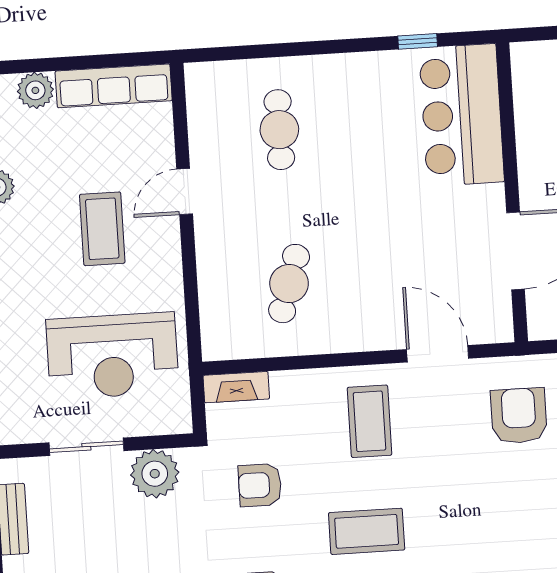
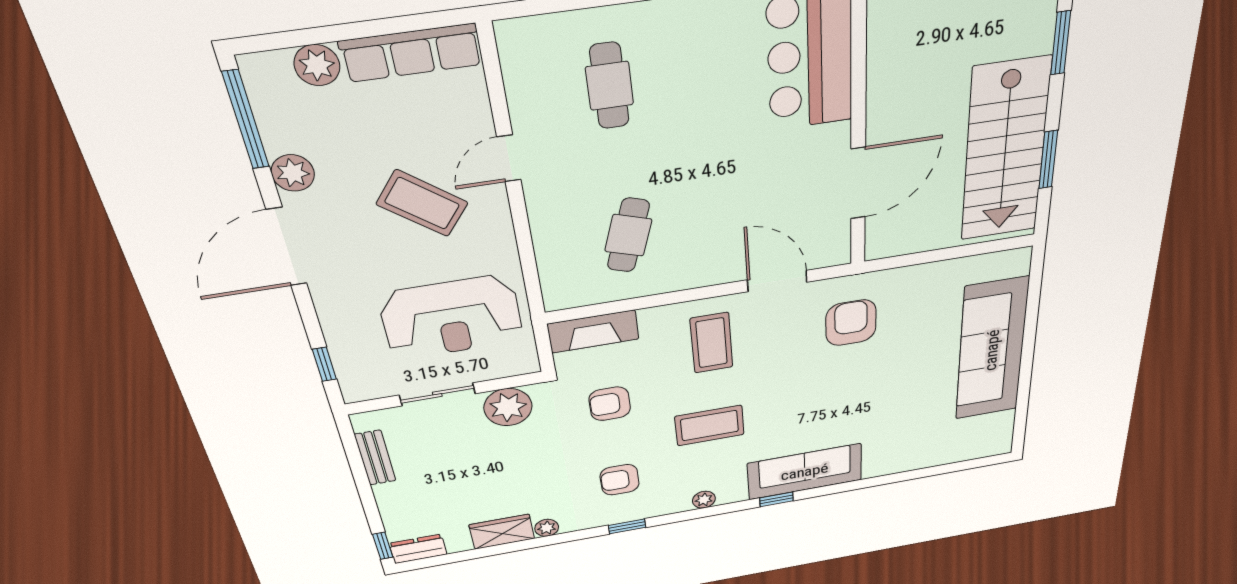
coffee table: (102, 229) -> (422, 203), turned -52
fireplace: (236, 387) -> (593, 332), width x1.37, depth x1.32

